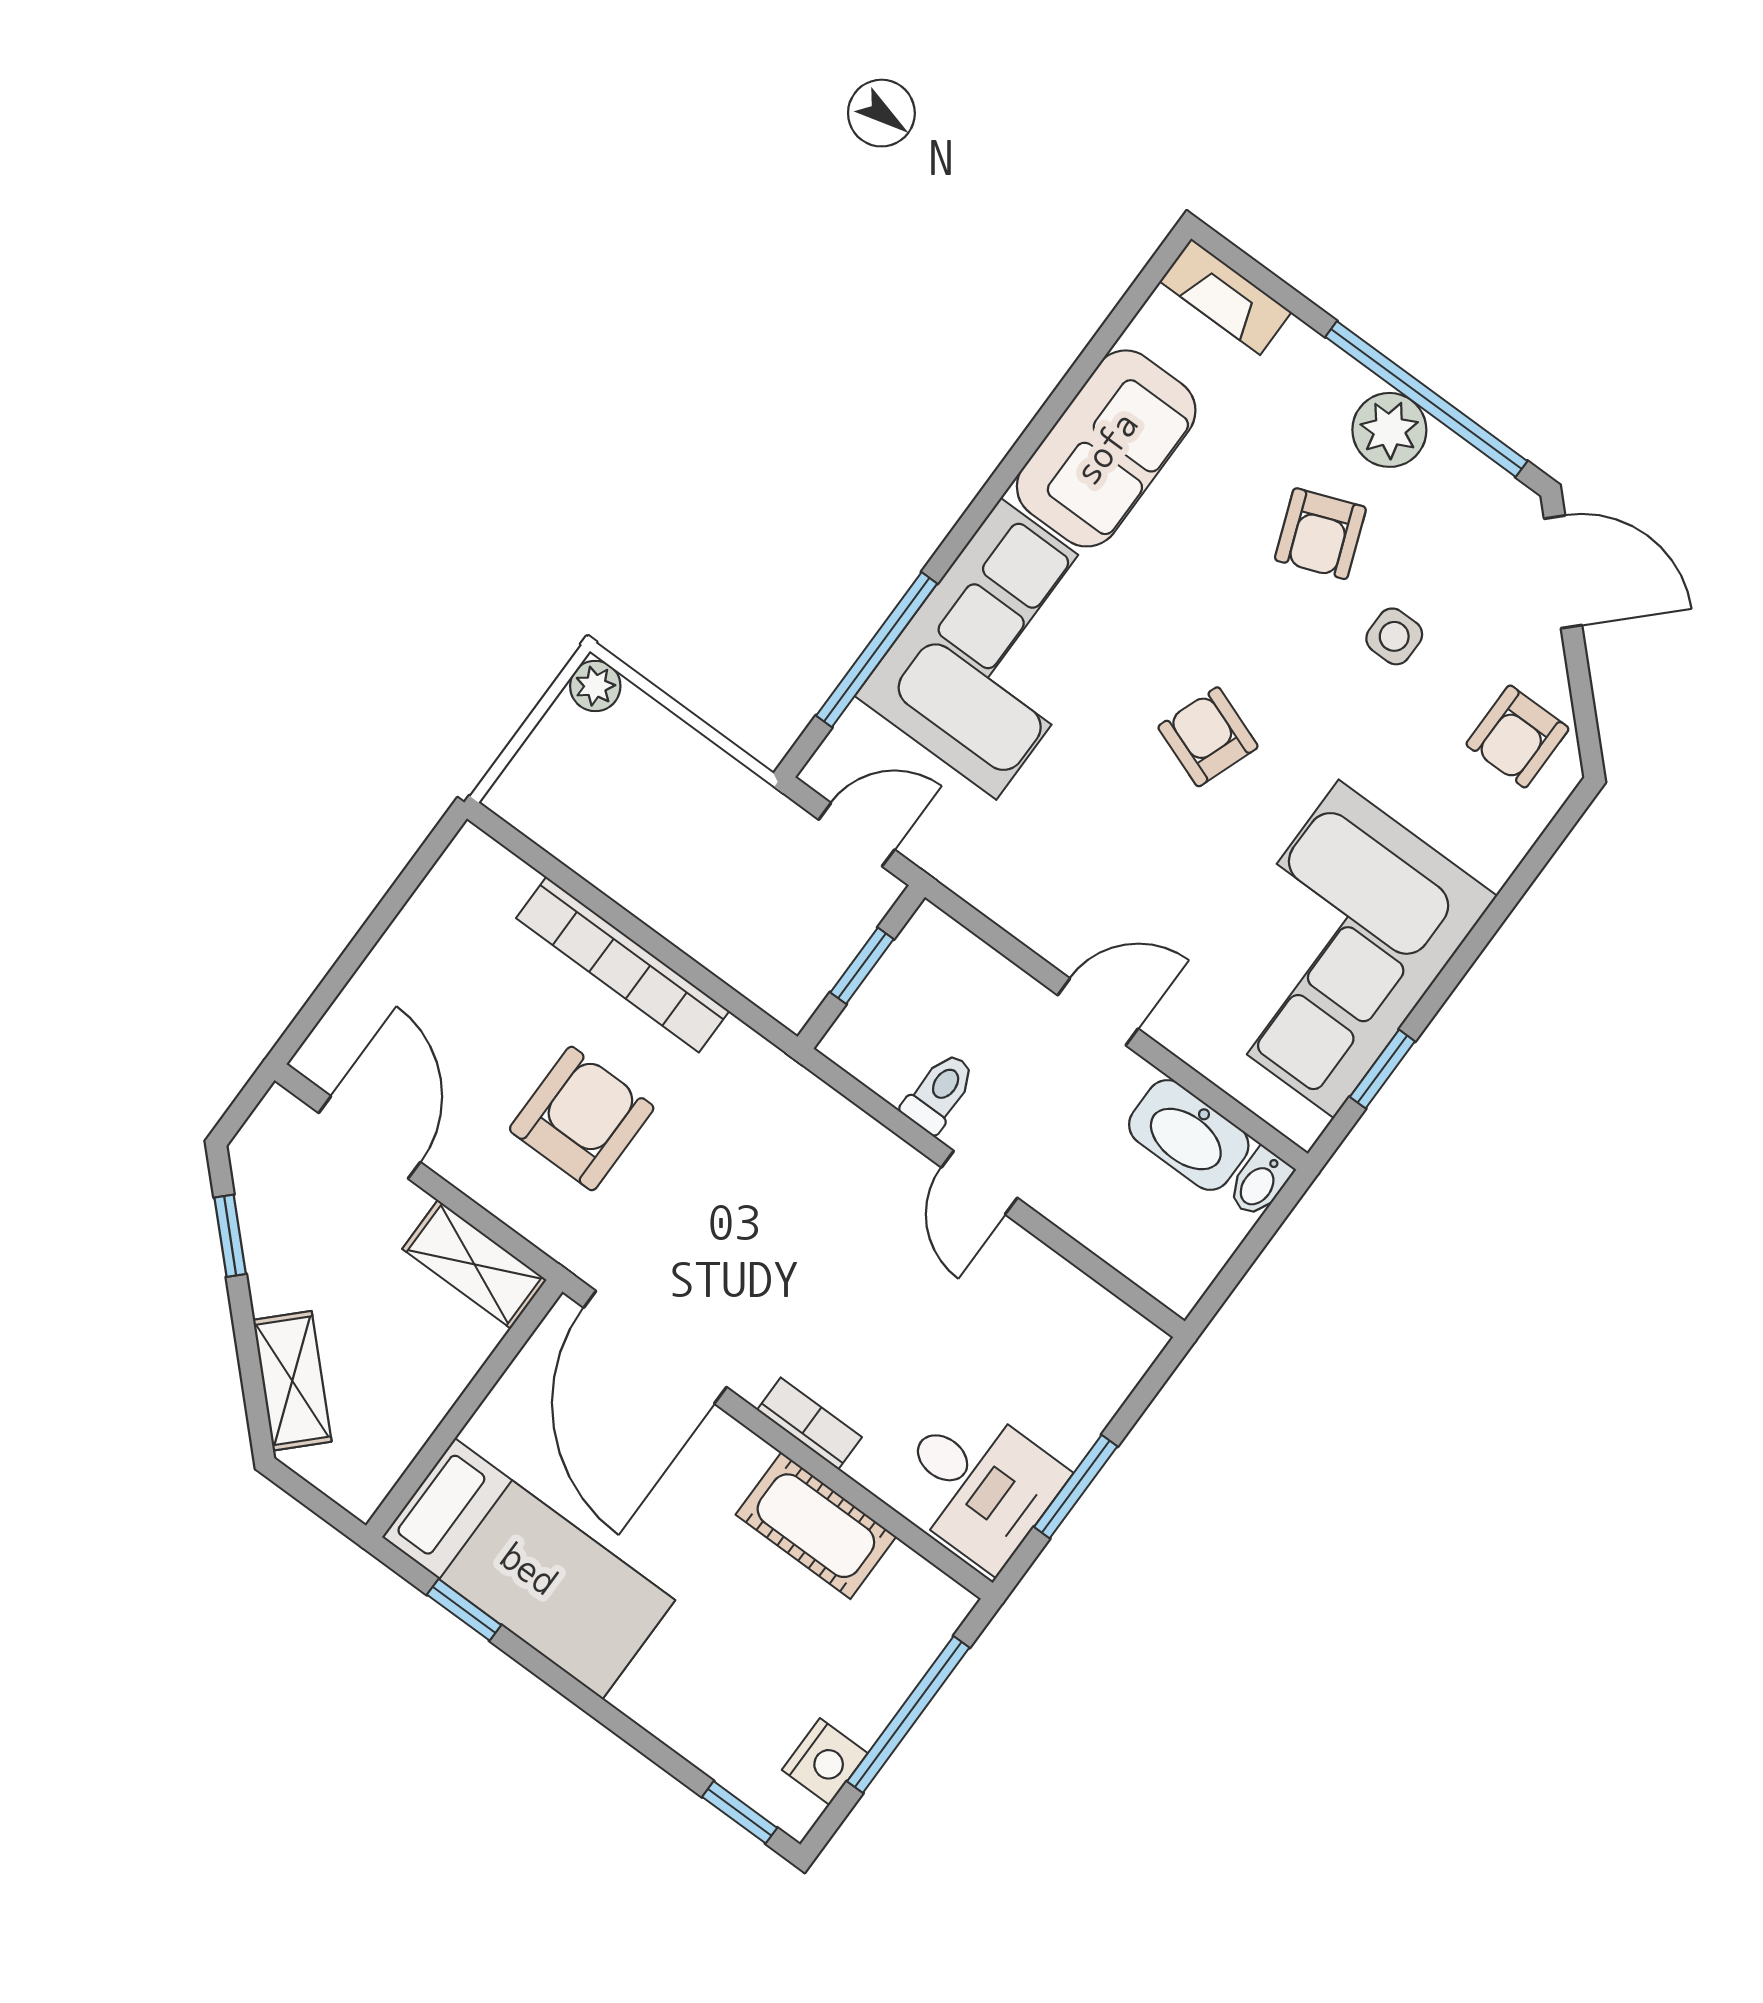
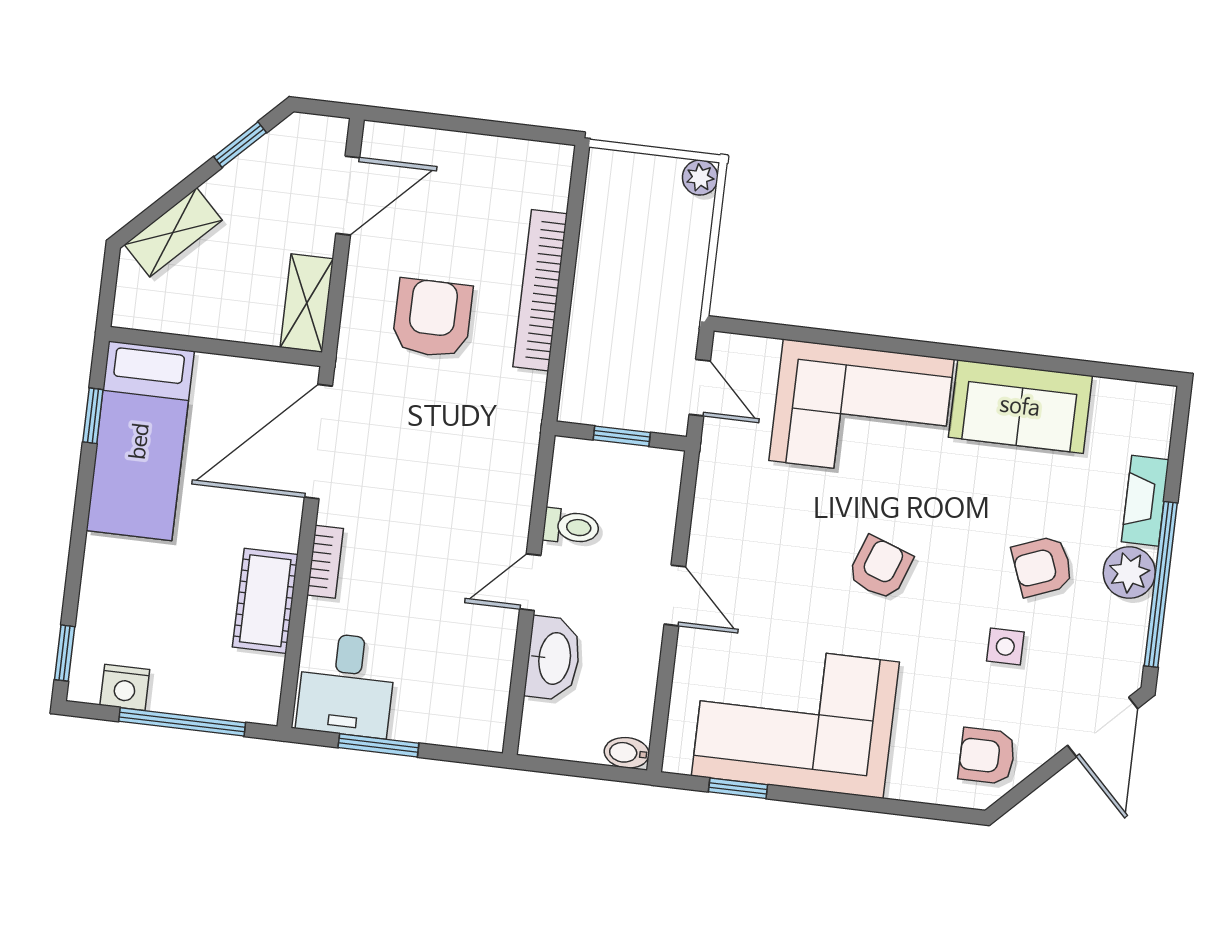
fireplace: (1226, 297) -> (1145, 501), moved
window: (877, 650) -> (819, 336), removed
armchair: (582, 1118) -> (432, 318), turned -90
washbasin: (1189, 1135) -> (553, 658), moved, turned 180

